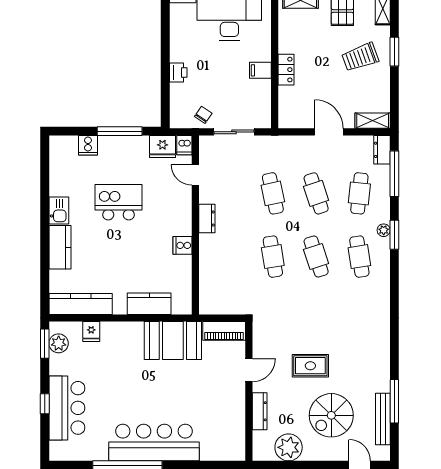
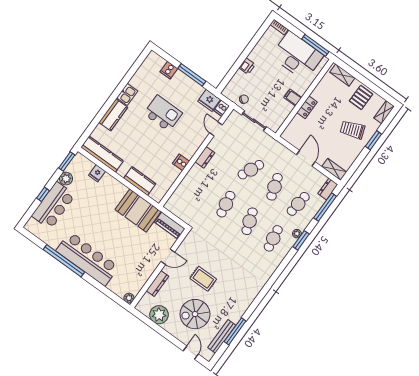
cafe table: (273, 193) -> (251, 170), turned 36
plant: (59, 343) -> (66, 179), moved
plant: (238, 454) -> (129, 298), added

